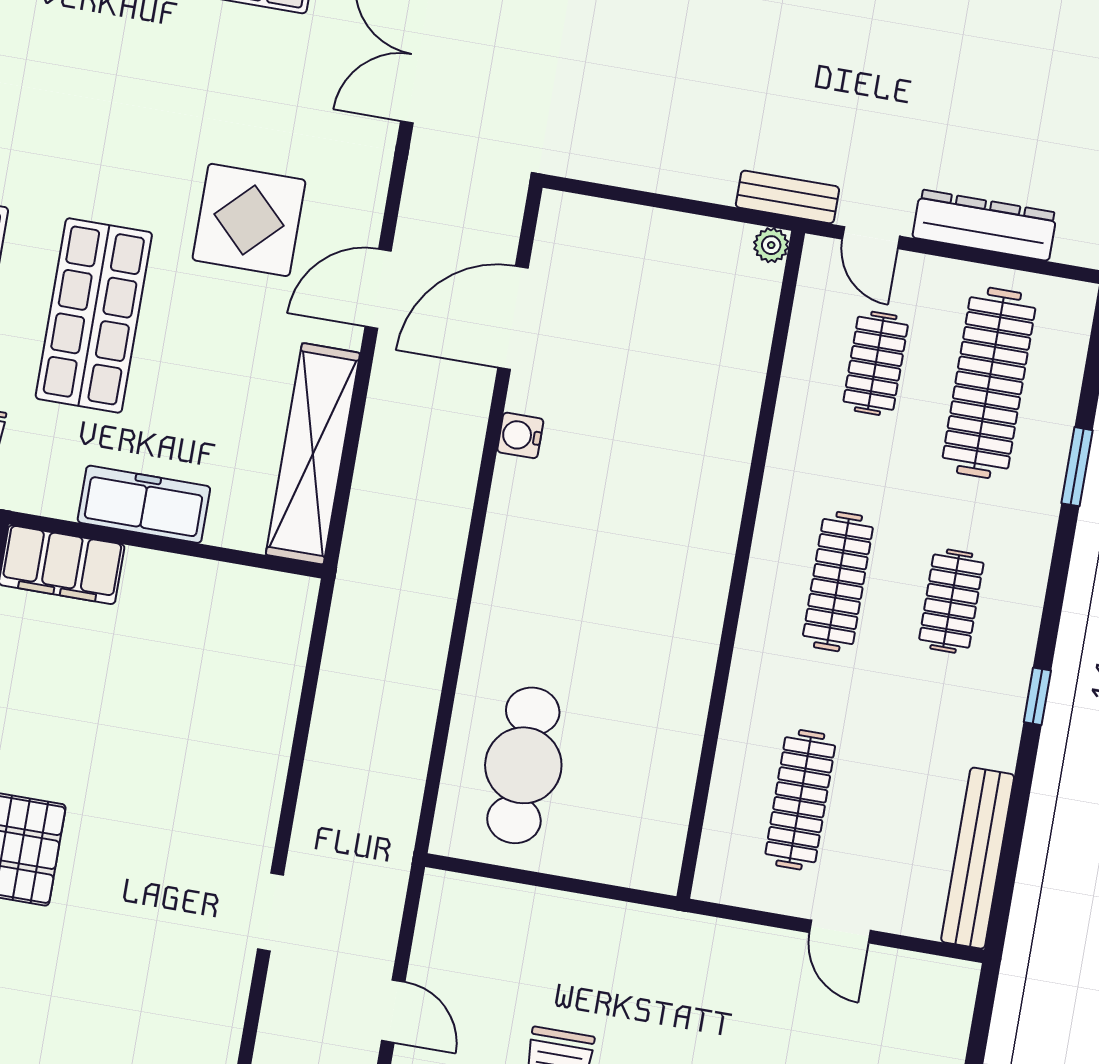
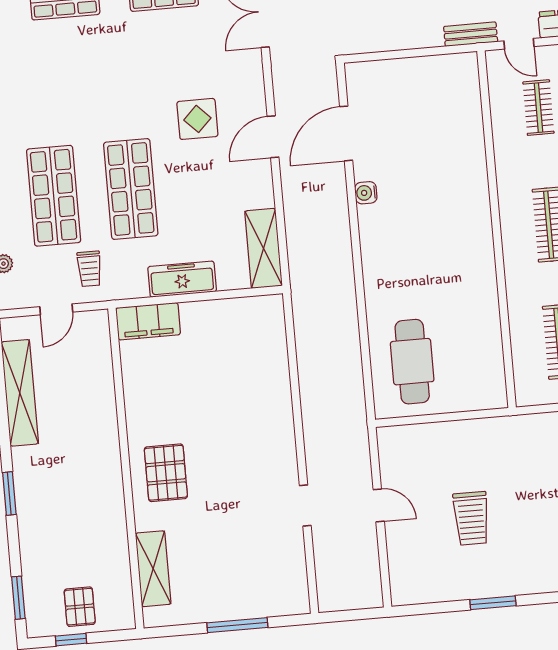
display table: (249, 220) -> (197, 119), width x0.73, depth x0.73
plant: (771, 245) -> (469, 61), removed
shelving: (313, 454) -> (263, 248), width x0.68
doorway: (270, 912) -> (305, 506), moved

